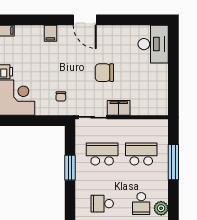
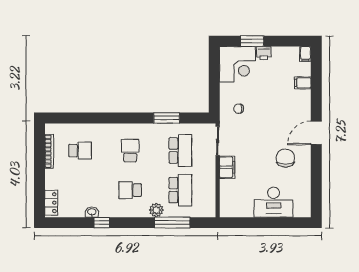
filing cabinet: (50, 33) -> (303, 83), moved
desk: (153, 44) -> (274, 202), moved
chair: (104, 73) -> (285, 158), moved
plant: (161, 208) -> (156, 210), moved

